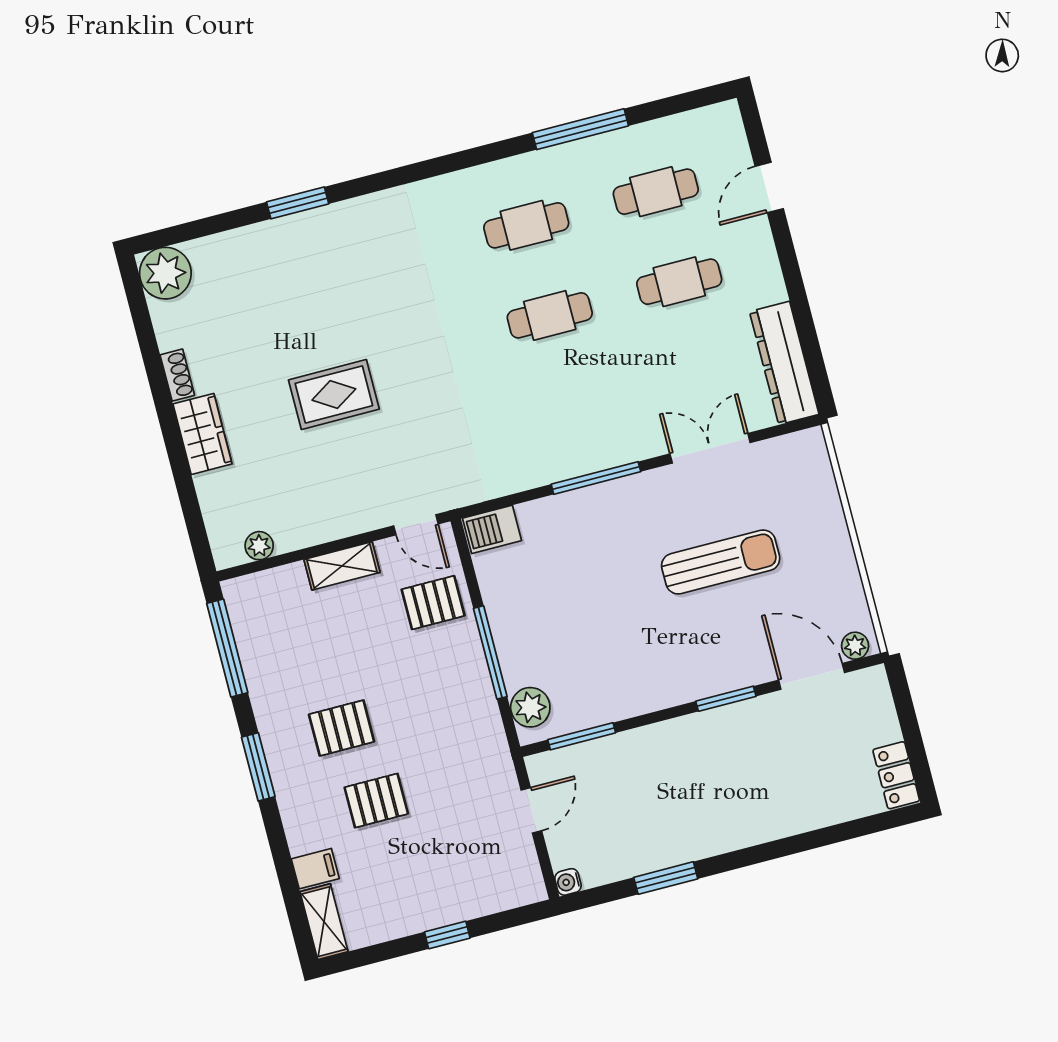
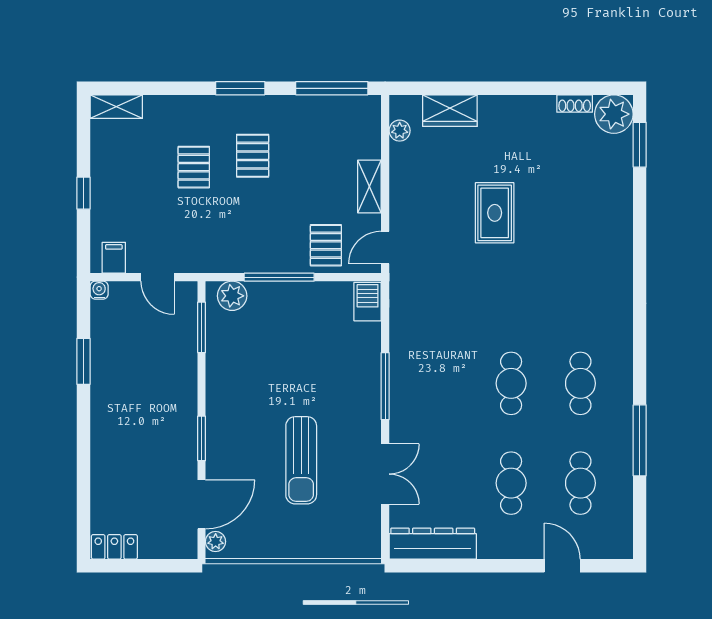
window: (298, 203) -> (640, 145), moved
shoe rack: (177, 375) -> (575, 104), moved
wardrobe: (202, 434) -> (450, 111), moved
filing cabinet: (315, 869) -> (114, 258), moved, turned 180

